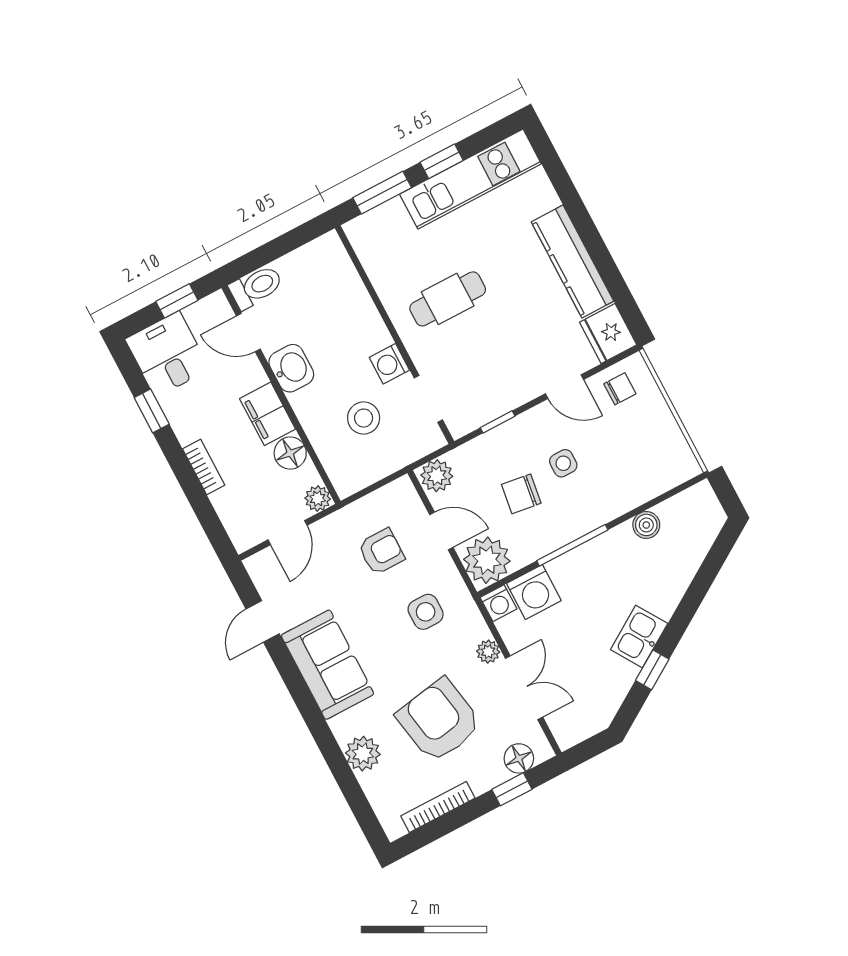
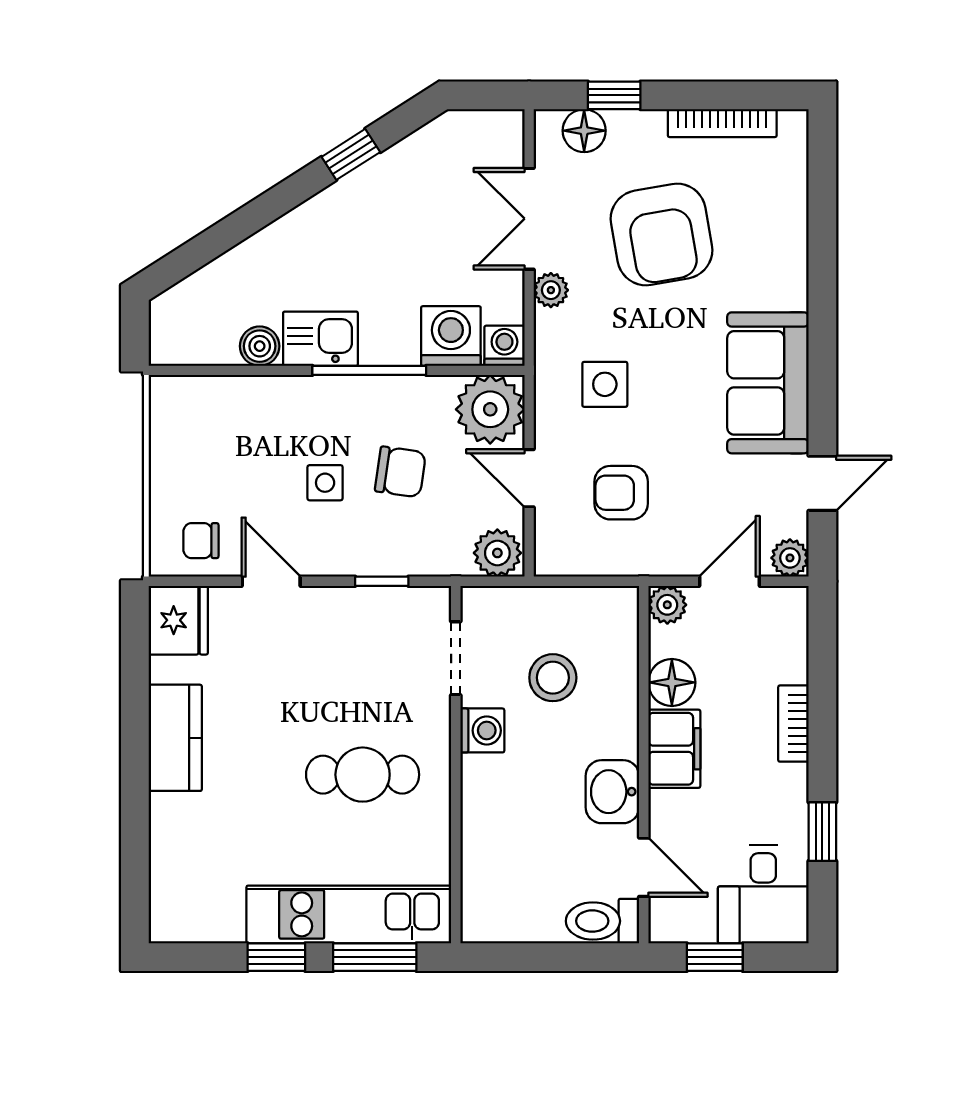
kitchen unit: (470, 179) -> (349, 914), moved
kitchen counter: (572, 261) -> (175, 738), width x0.67
kitchen sink: (639, 637) -> (320, 339), moved, turned -147
plant: (363, 754) -> (790, 558), moved, width x0.73, depth x0.73

